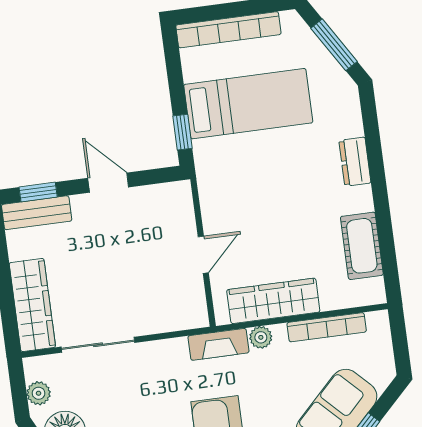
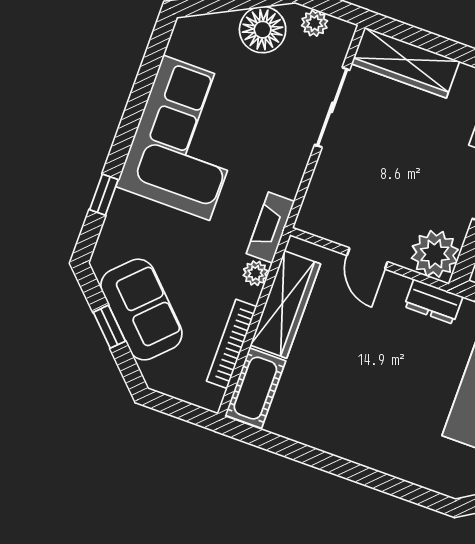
dresser: (355, 162) -> (433, 302), moved, turned 180
plant: (172, 203) -> (435, 254), added
cot: (362, 246) -> (255, 388), moved, turned 90

